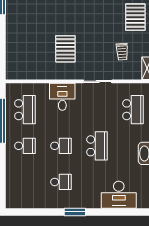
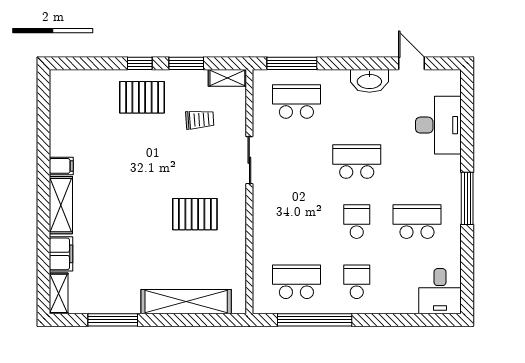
shelving: (13, 44) -> (186, 302), added
desk: (62, 97) -> (440, 291), moved, turned -90
school desk: (61, 182) -> (417, 222), width x1.85
window: (75, 212) -> (467, 198), width x1.44

